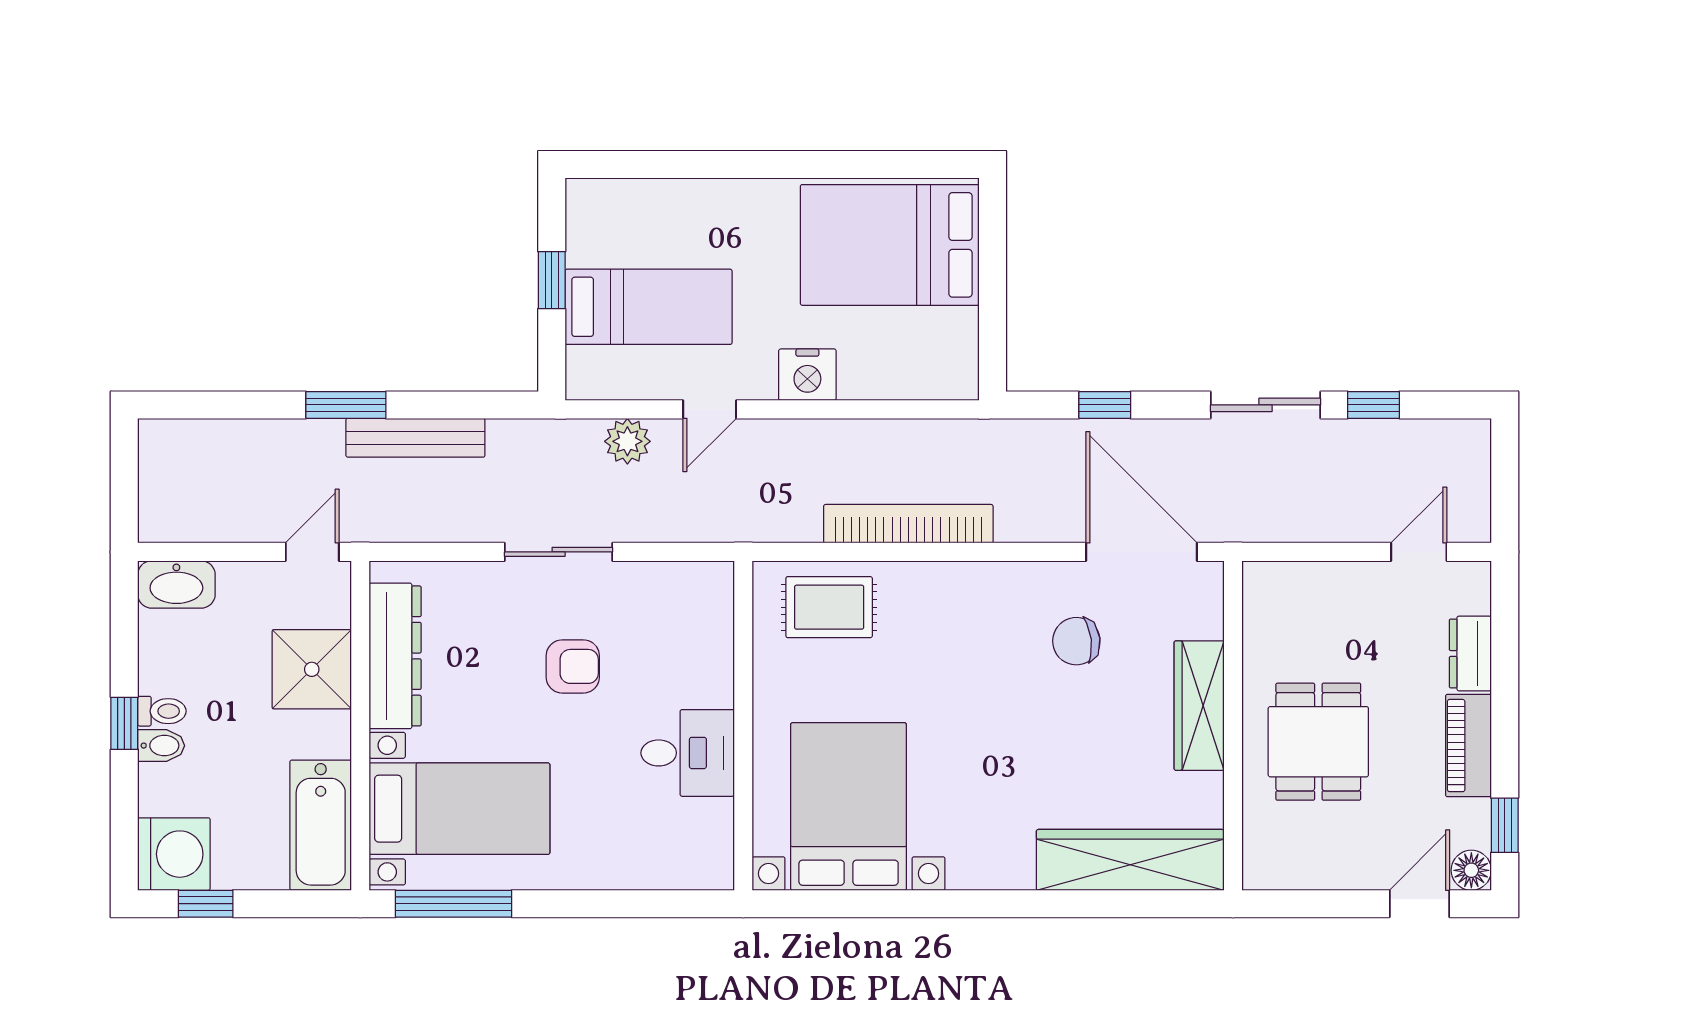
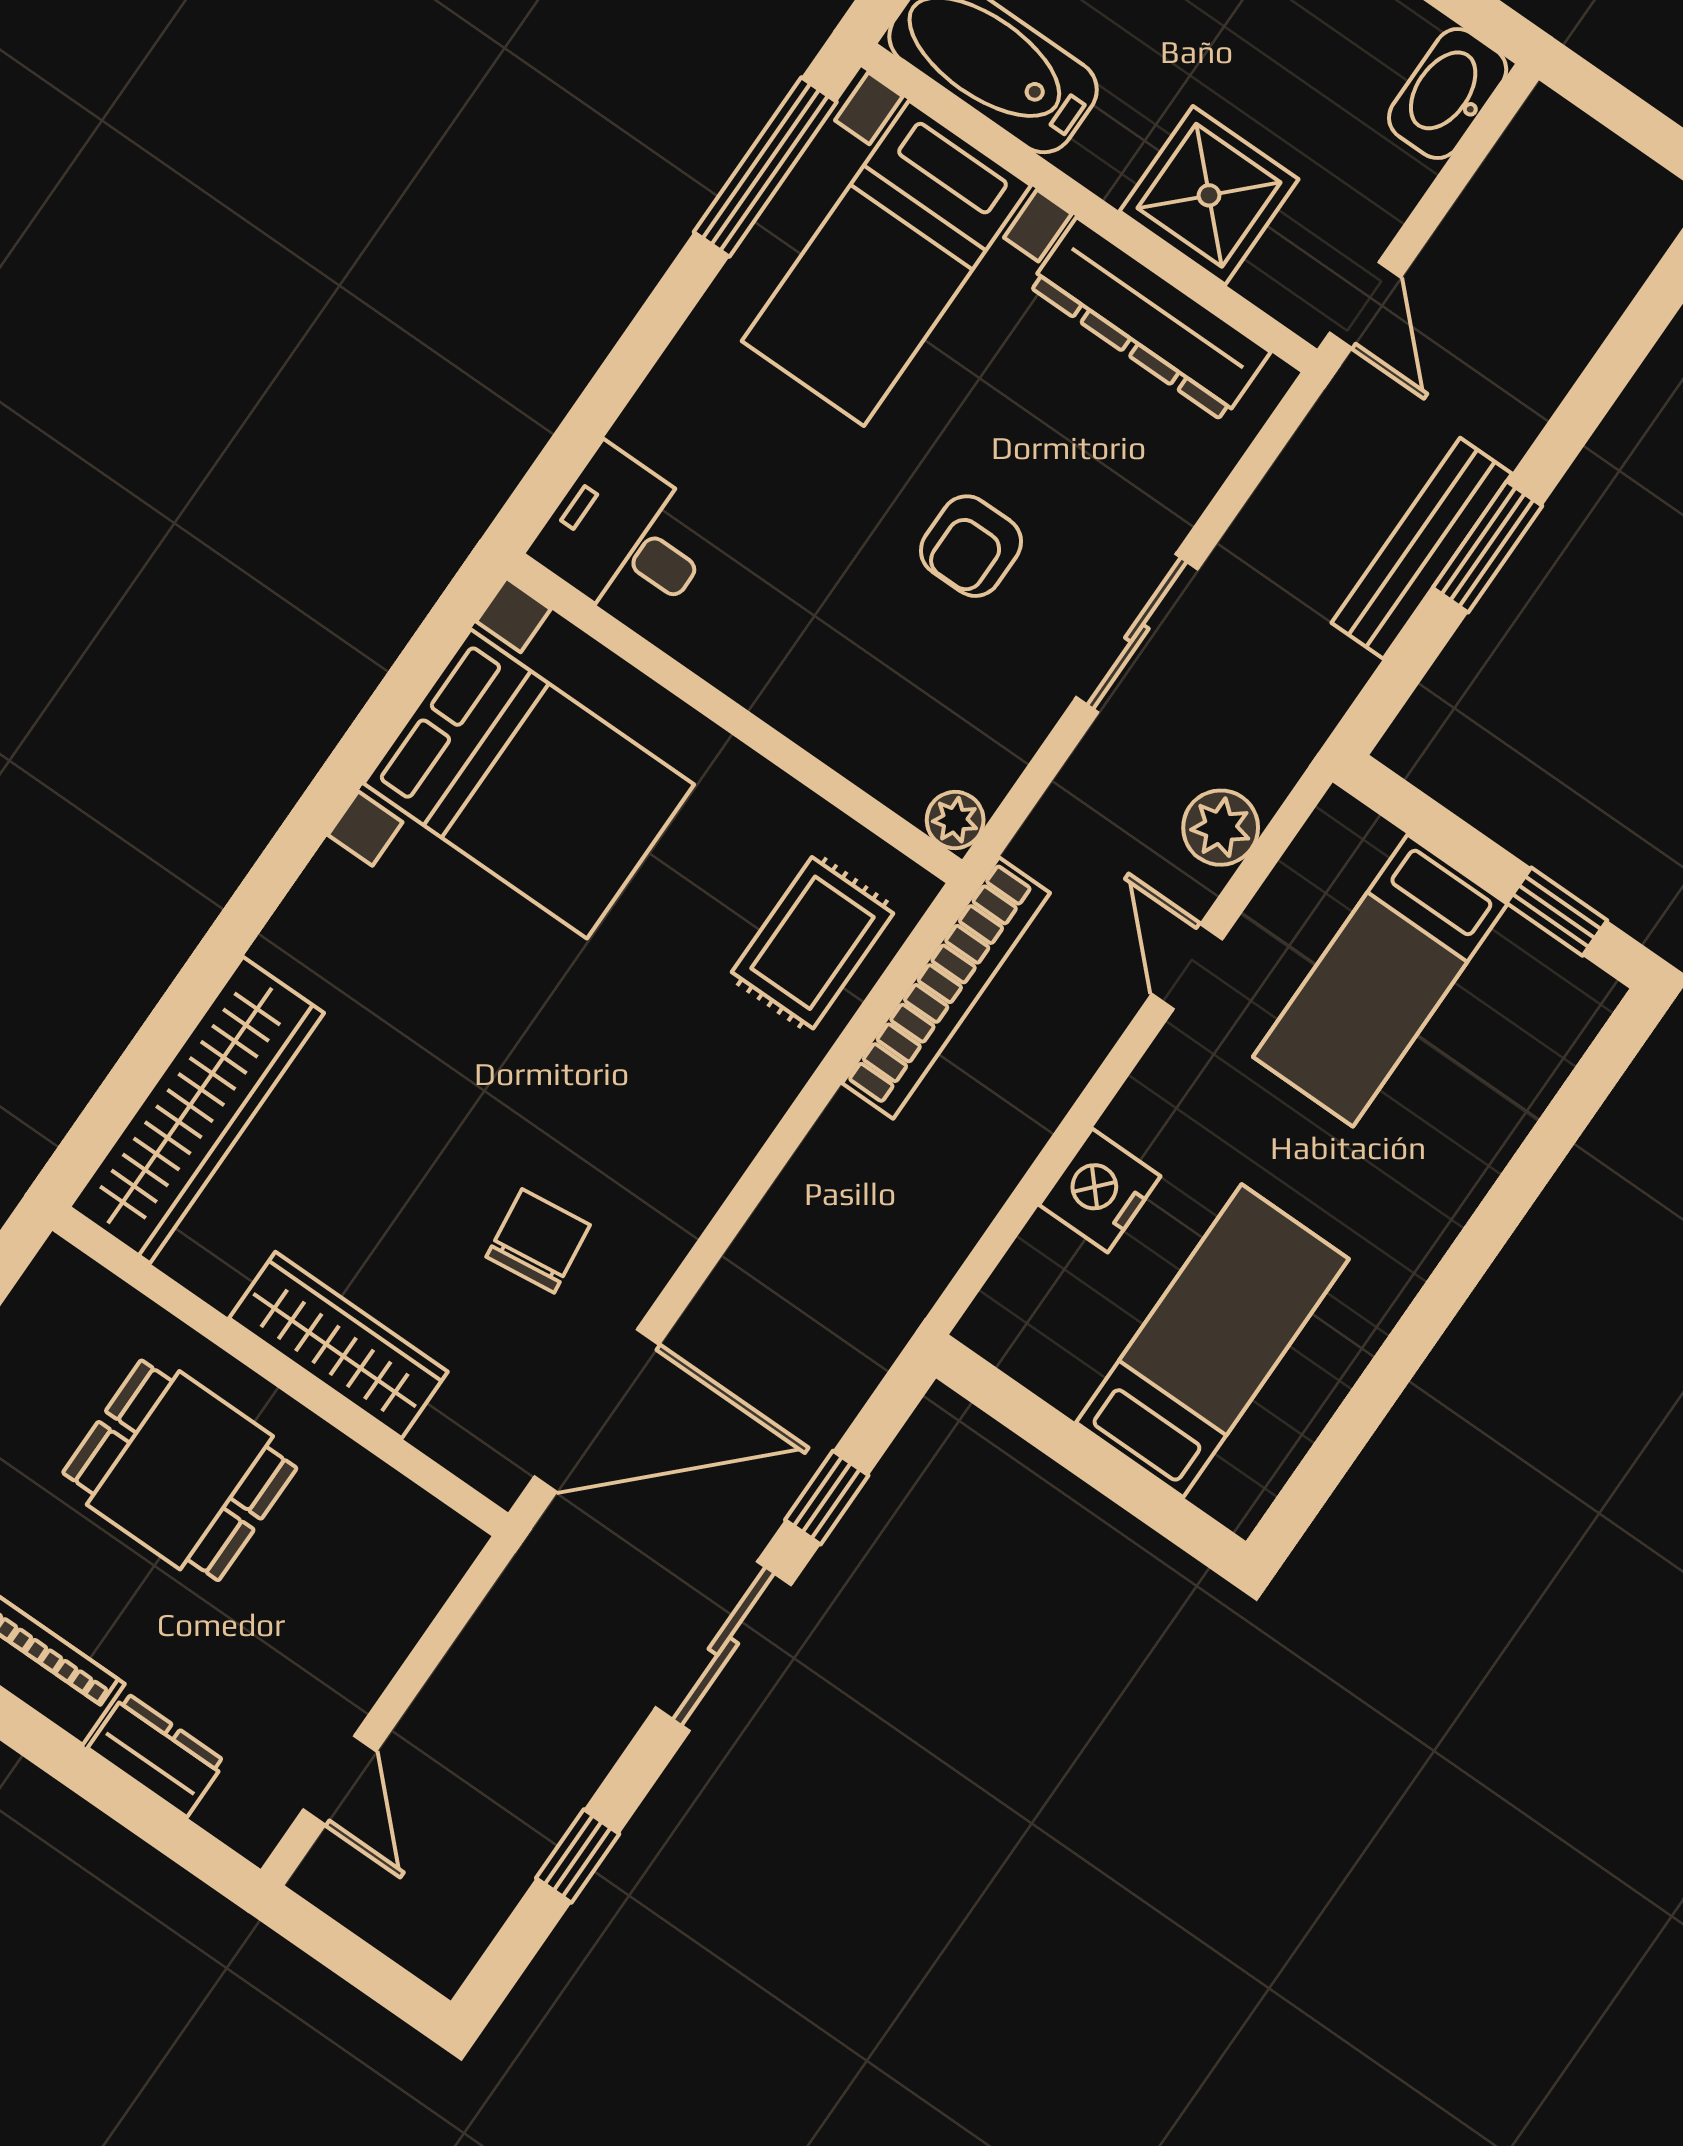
bed: (890, 245) -> (1212, 1341), width x0.67
window: (552, 280) -> (1557, 912), moved
nightstand: (807, 375) -> (1100, 1191), moved
window: (346, 405) -> (1487, 547), moved
sliding door: (1266, 405) -> (723, 1646), moved
bookcase: (908, 524) -> (946, 988), moved
plant: (717, 578) -> (955, 820), added
desk: (688, 753) -> (625, 540), moved, turned 90

